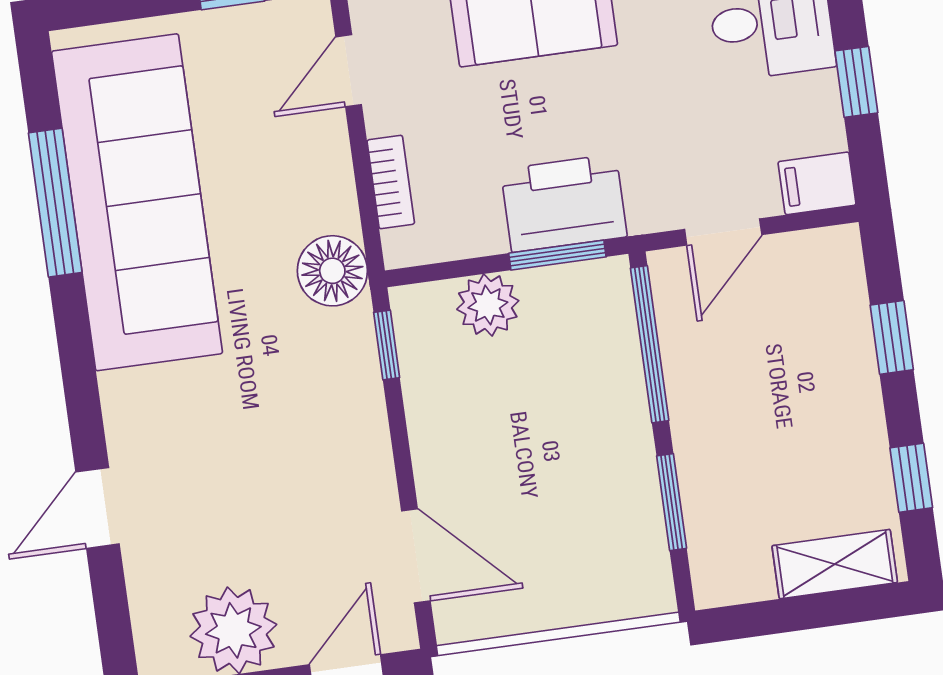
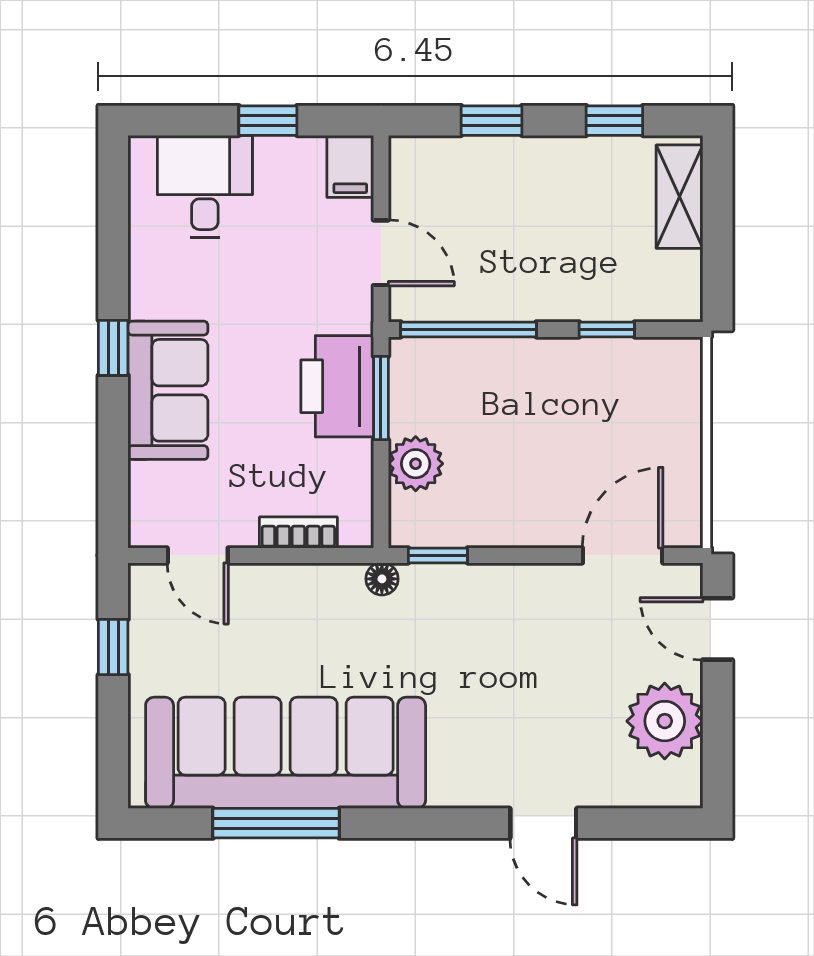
floor lamp: (332, 271) -> (382, 579), width x0.53, depth x0.53
window: (672, 502) -> (607, 329), width x0.67

